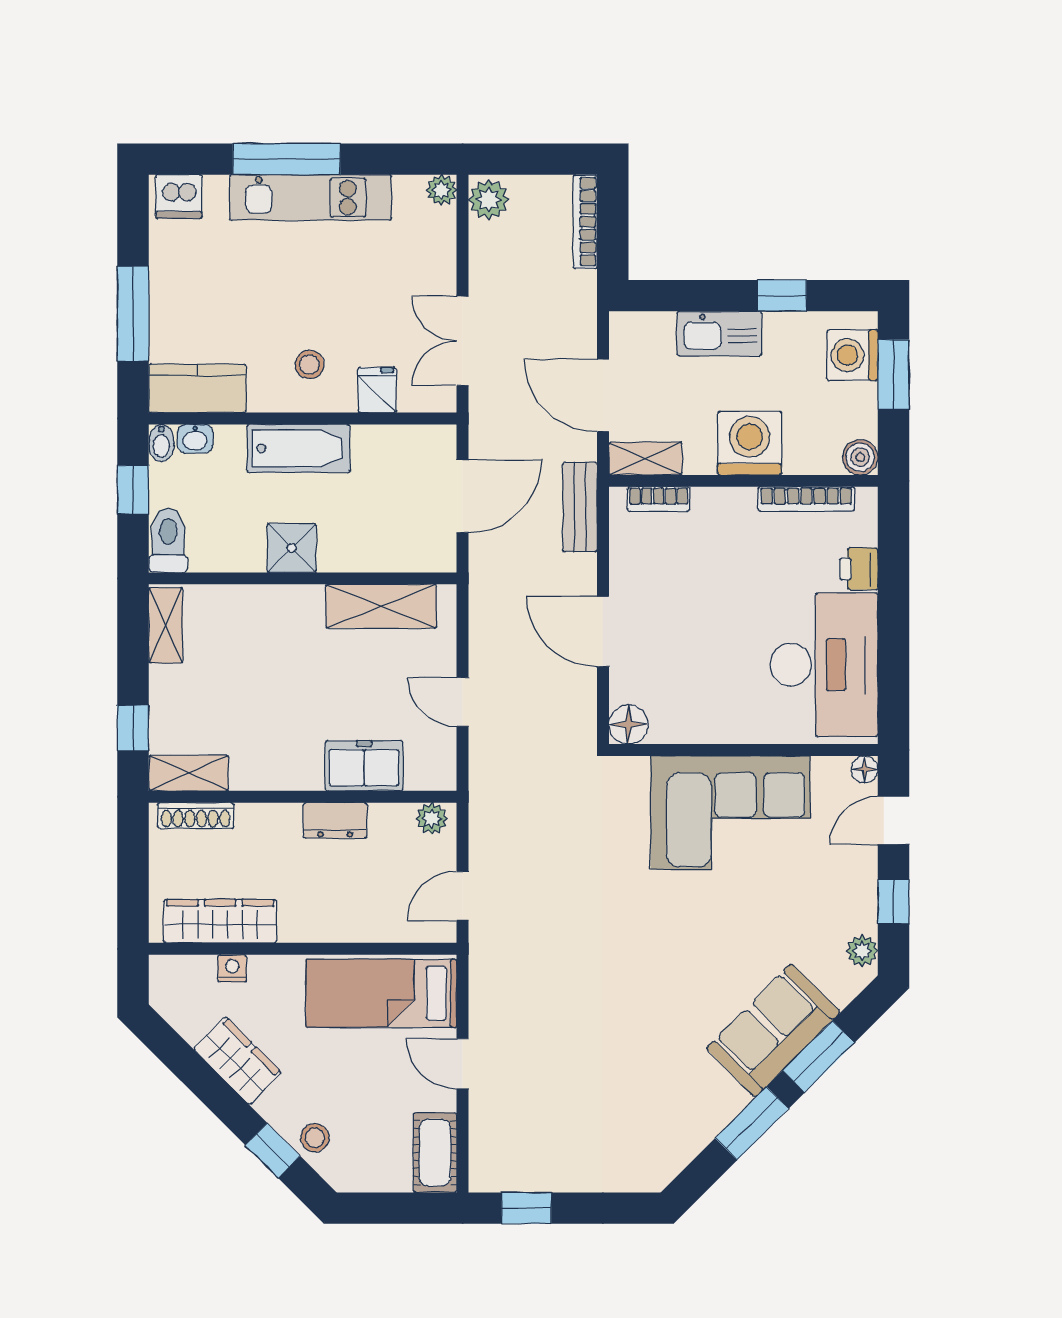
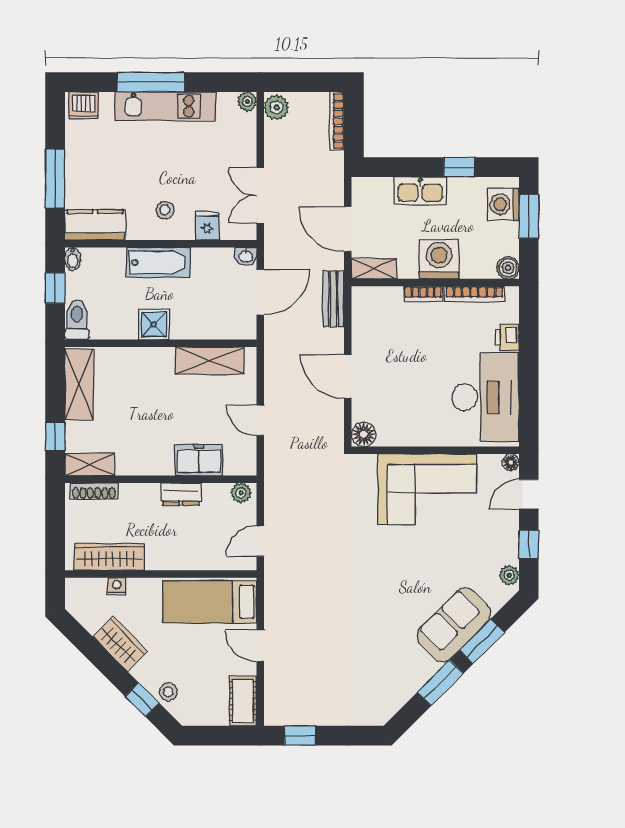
washbasin: (195, 439) -> (246, 256), moved
bookcase: (659, 499) -> (423, 294), moved
shelving: (166, 625) -> (79, 384), width x1.50, depth x1.33

